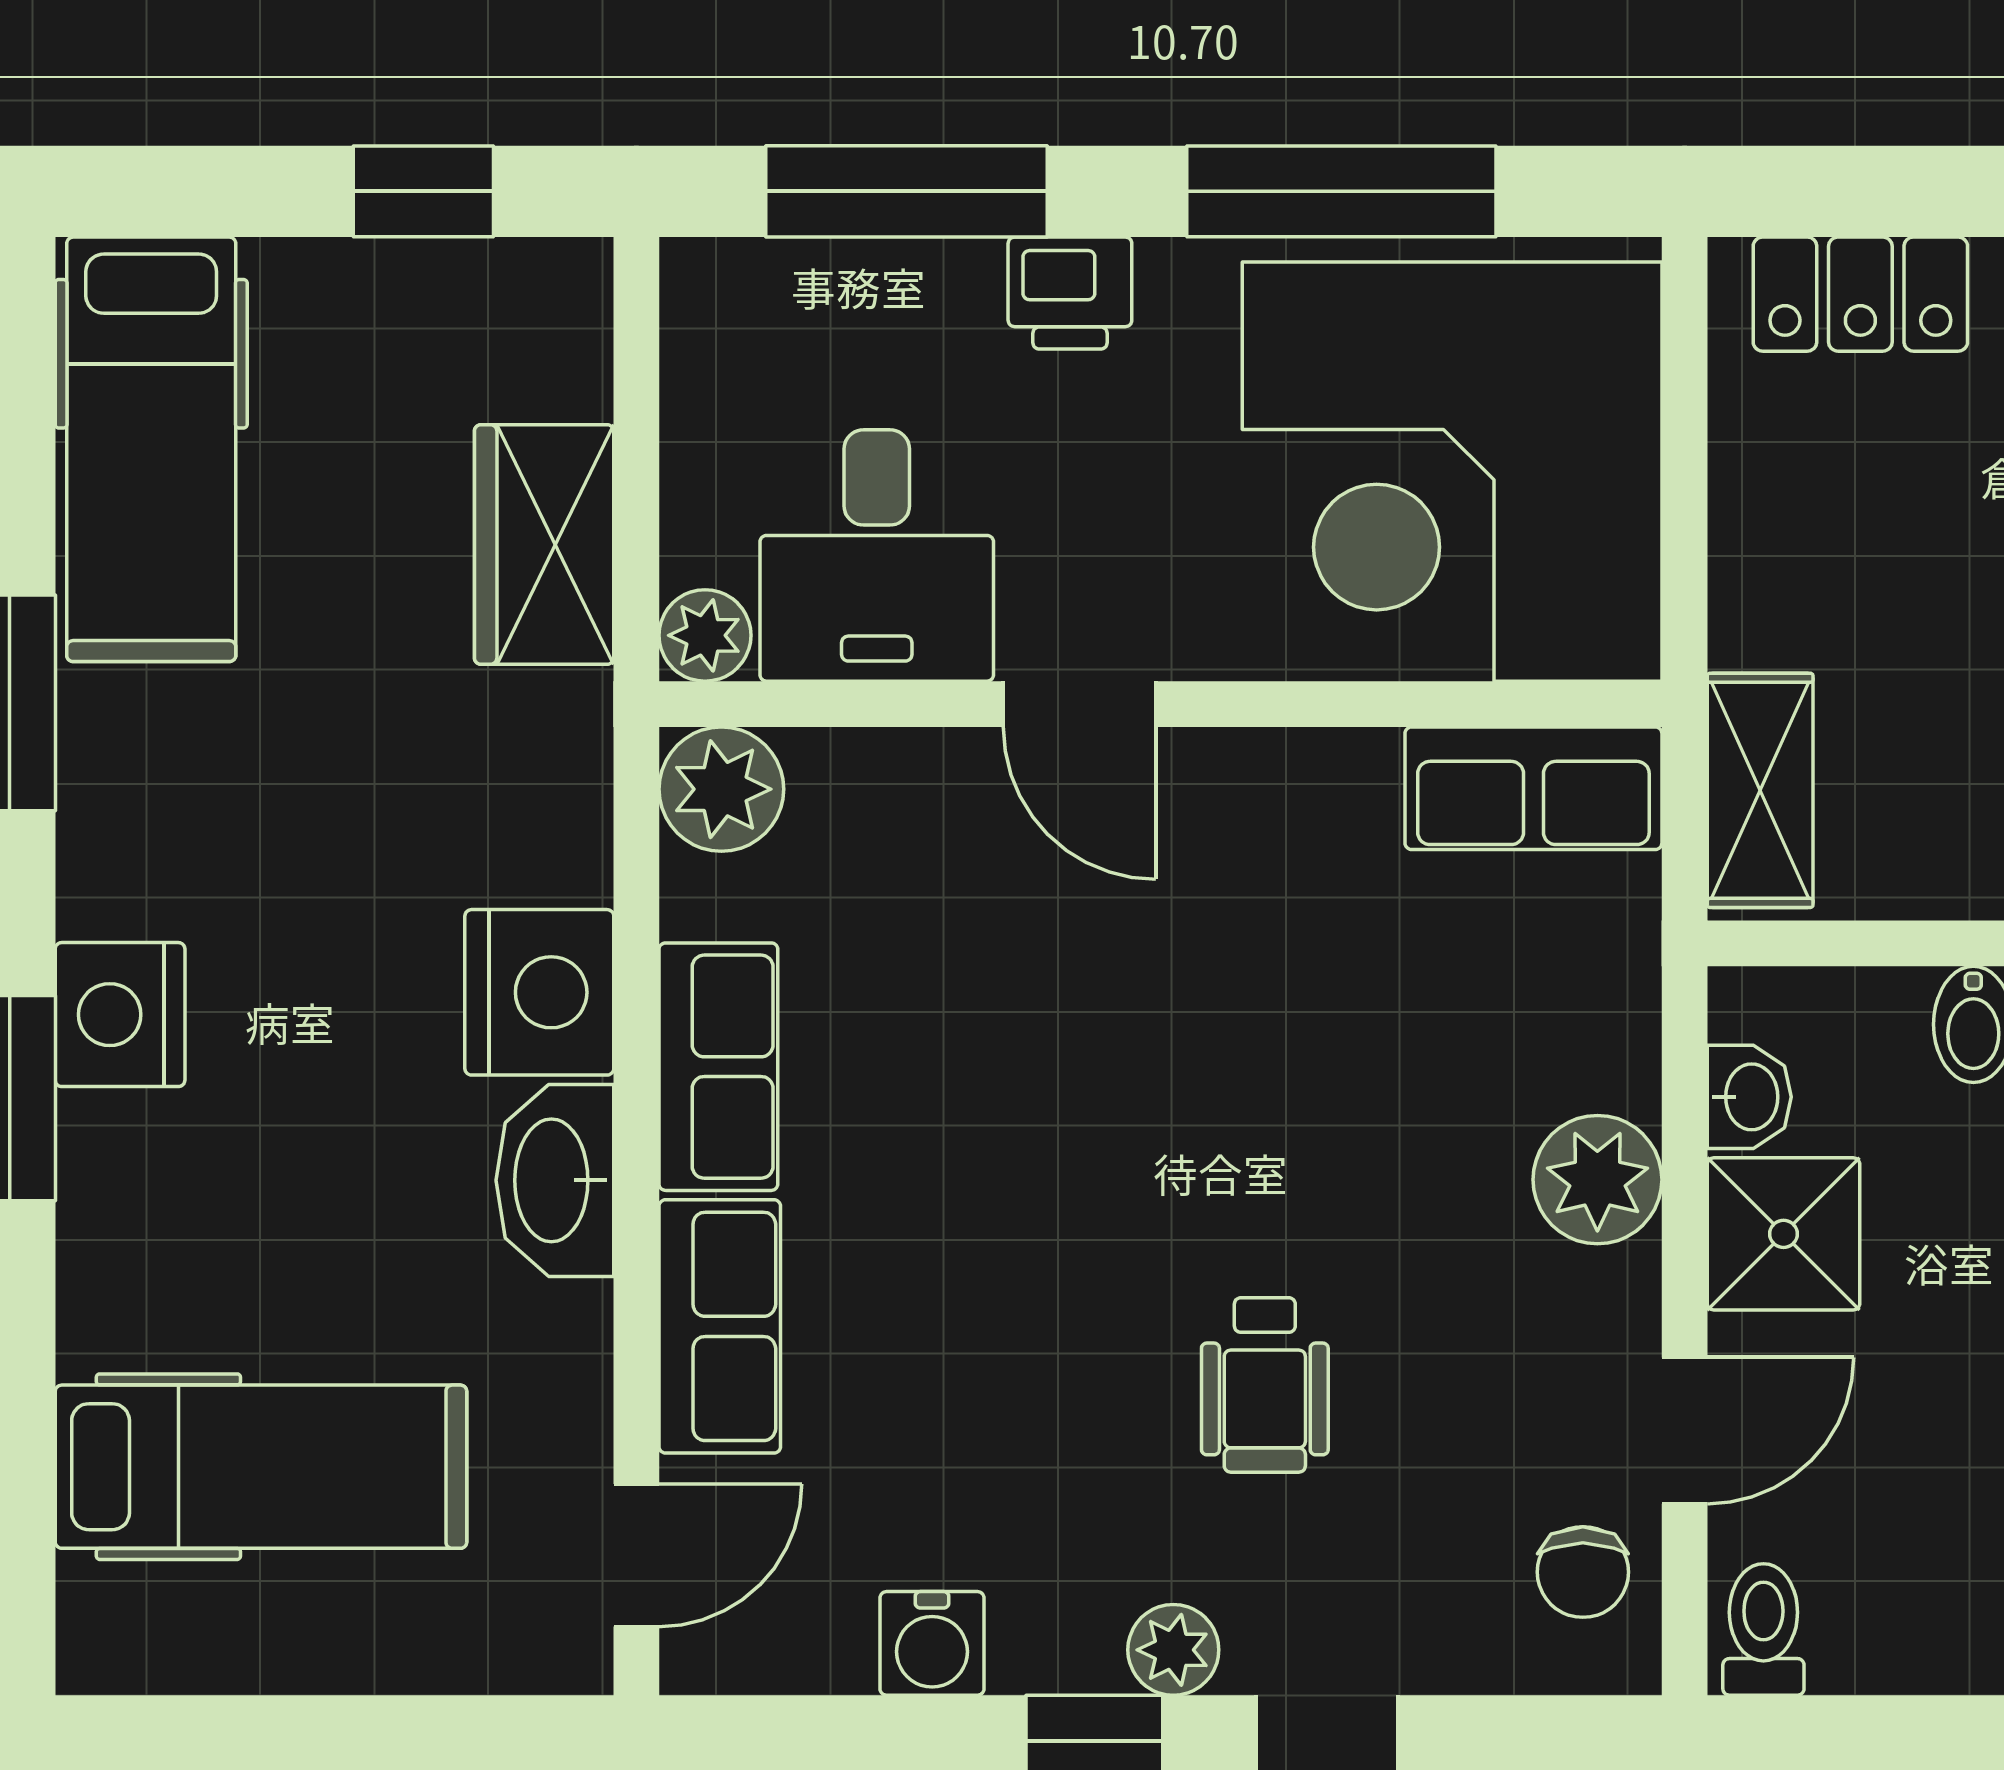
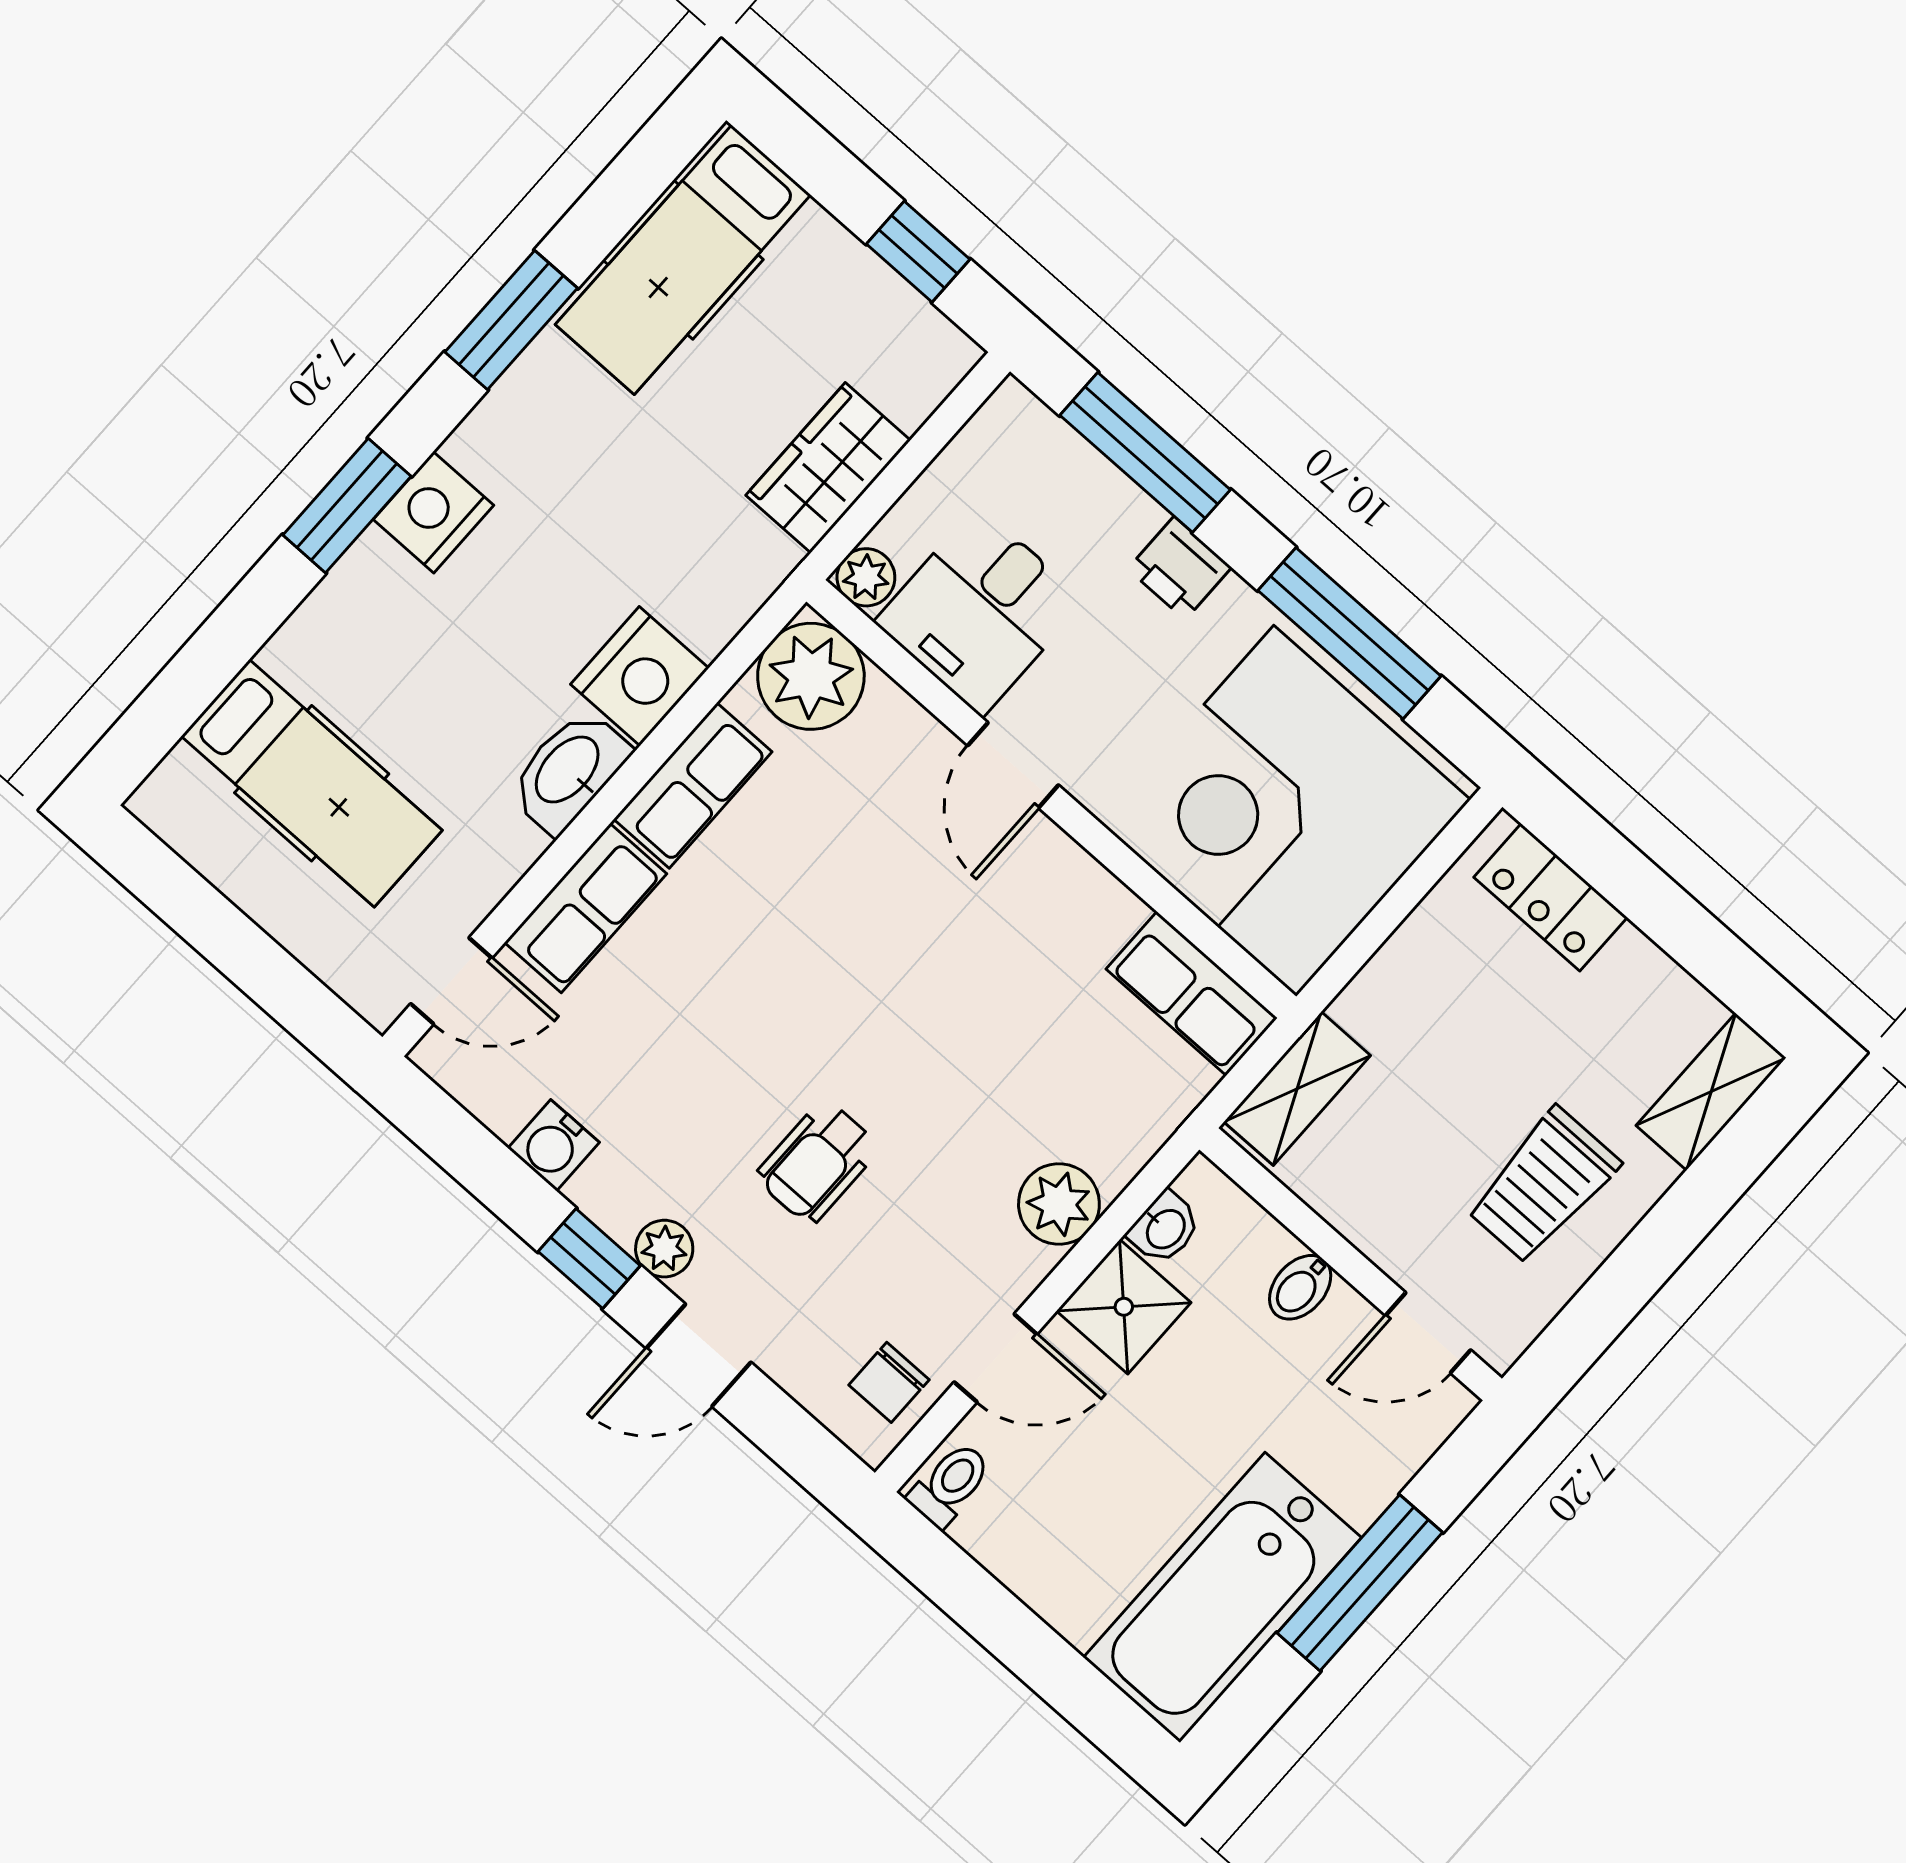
plant: (721, 789) -> (811, 676), width x1.36, depth x1.36

